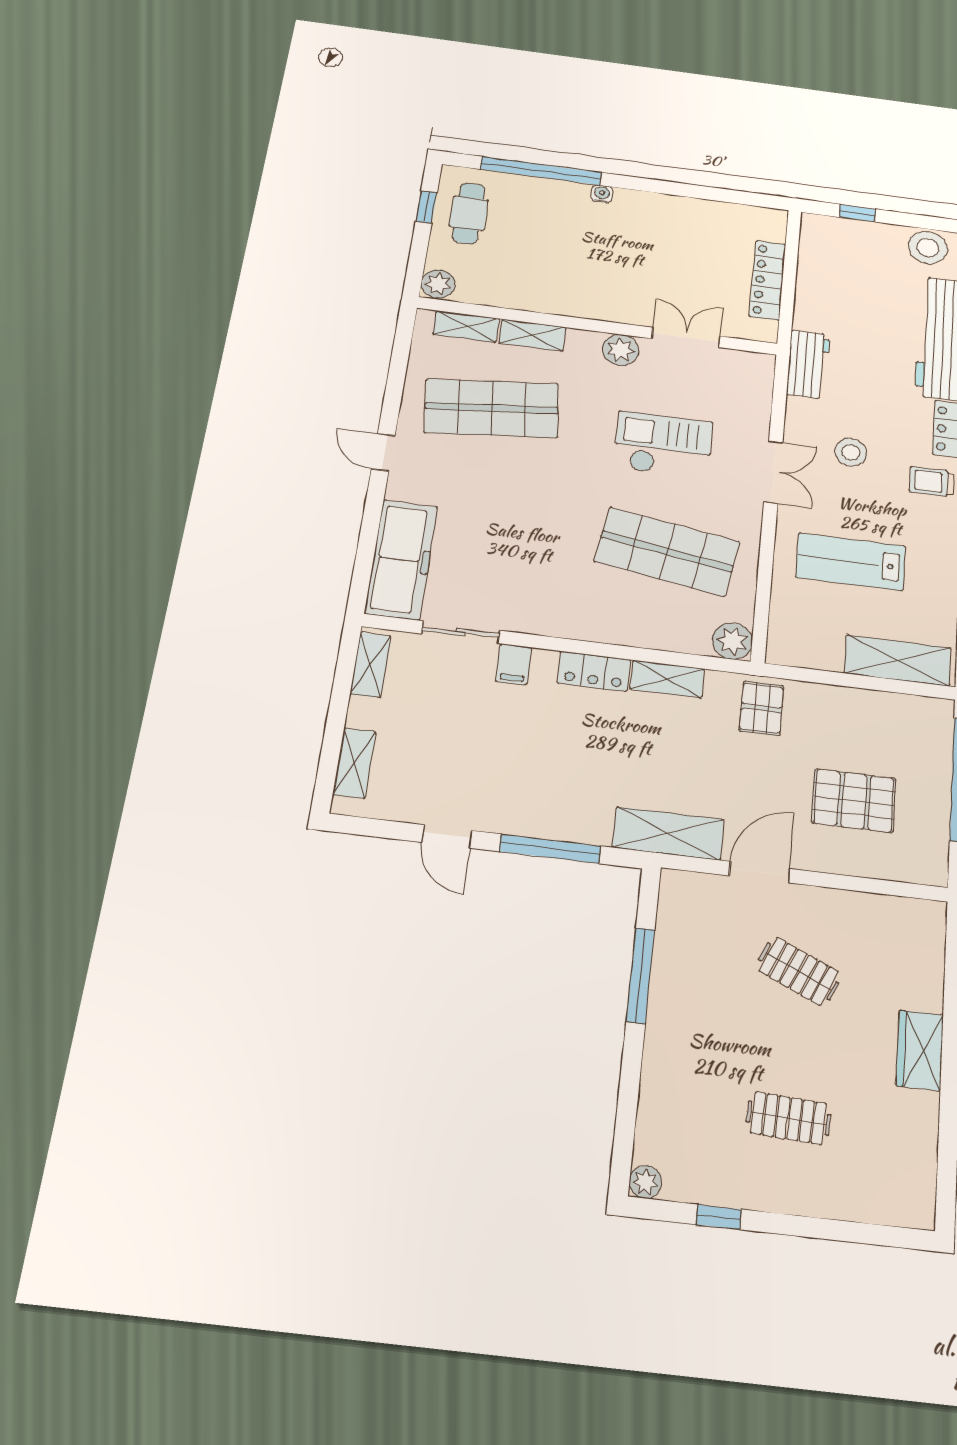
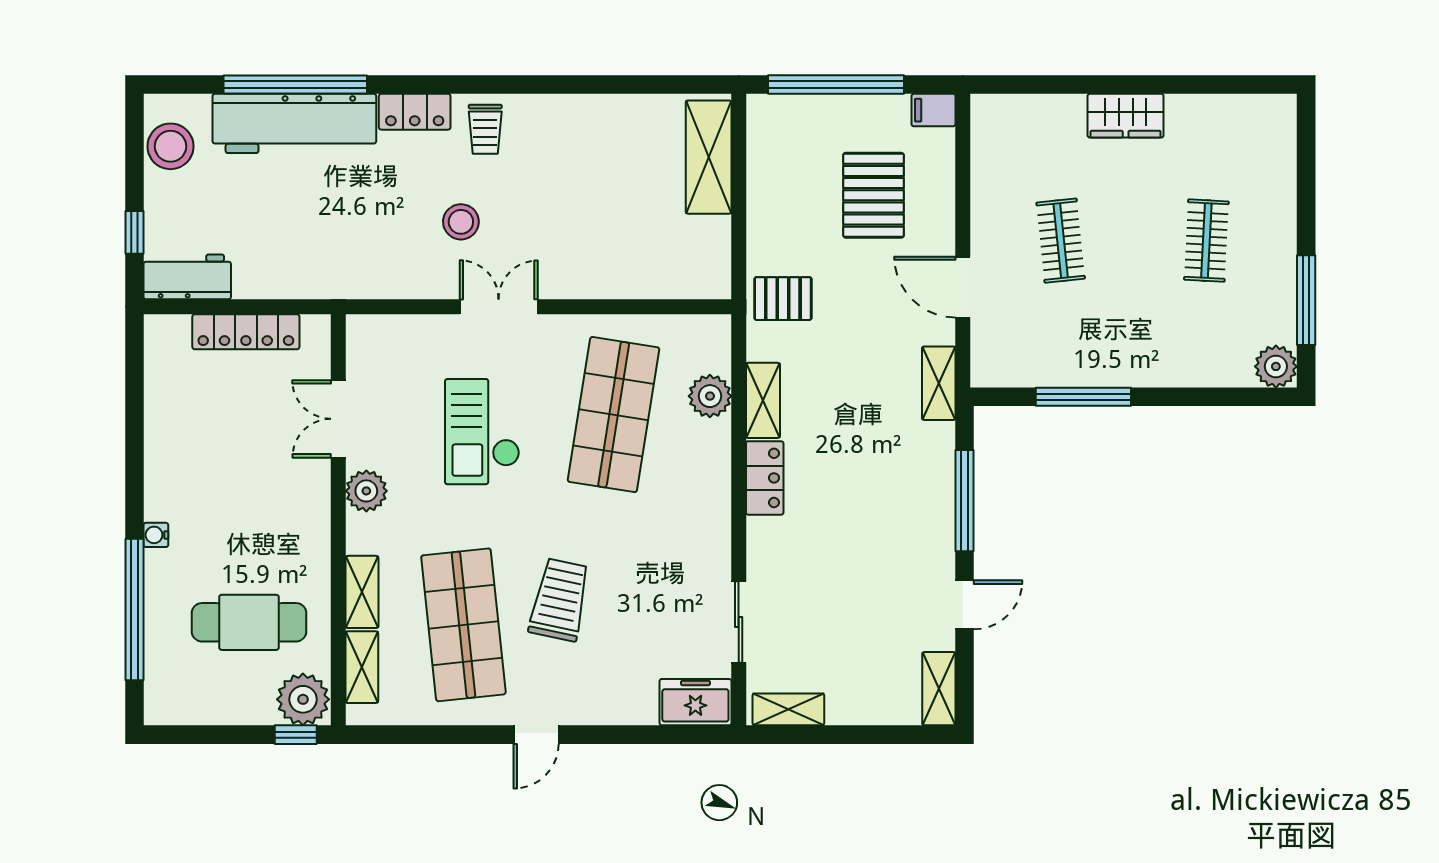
window: (426, 207) -> (296, 735), moved
cafe table: (469, 213) -> (249, 622), moved, width x1.37, depth x1.35
plant: (438, 284) -> (303, 699), width x1.36, depth x1.36
workbench: (808, 365) -> (187, 277), moved
trolley: (503, 487) -> (560, 600), added
freezer: (401, 560) -> (695, 702), width x0.52, depth x0.79
lab bench: (851, 562) -> (598, 214), removed
plant: (732, 641) -> (710, 396), moved
filing cabinet: (514, 664) -> (933, 110), moved, turned 180
shelving: (354, 763) -> (939, 689), moved, turned 90
shelving: (668, 833) -> (939, 383), width x0.67, depth x0.75
clothes rail: (799, 971) -> (1061, 241), turned -30
plant: (645, 1182) -> (1276, 366), width x1.38, depth x1.38
window: (719, 1217) -> (1306, 300), width x2.17

